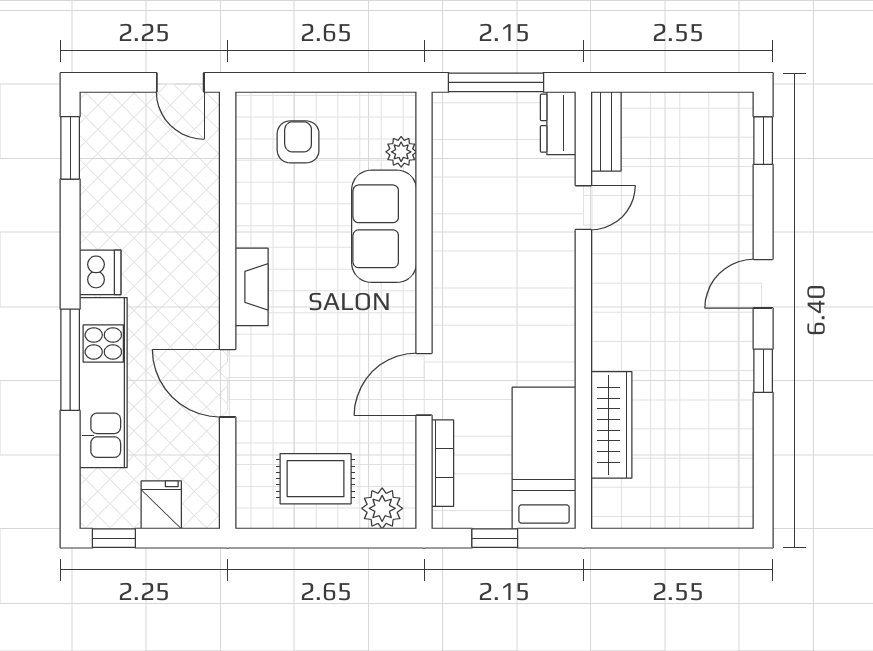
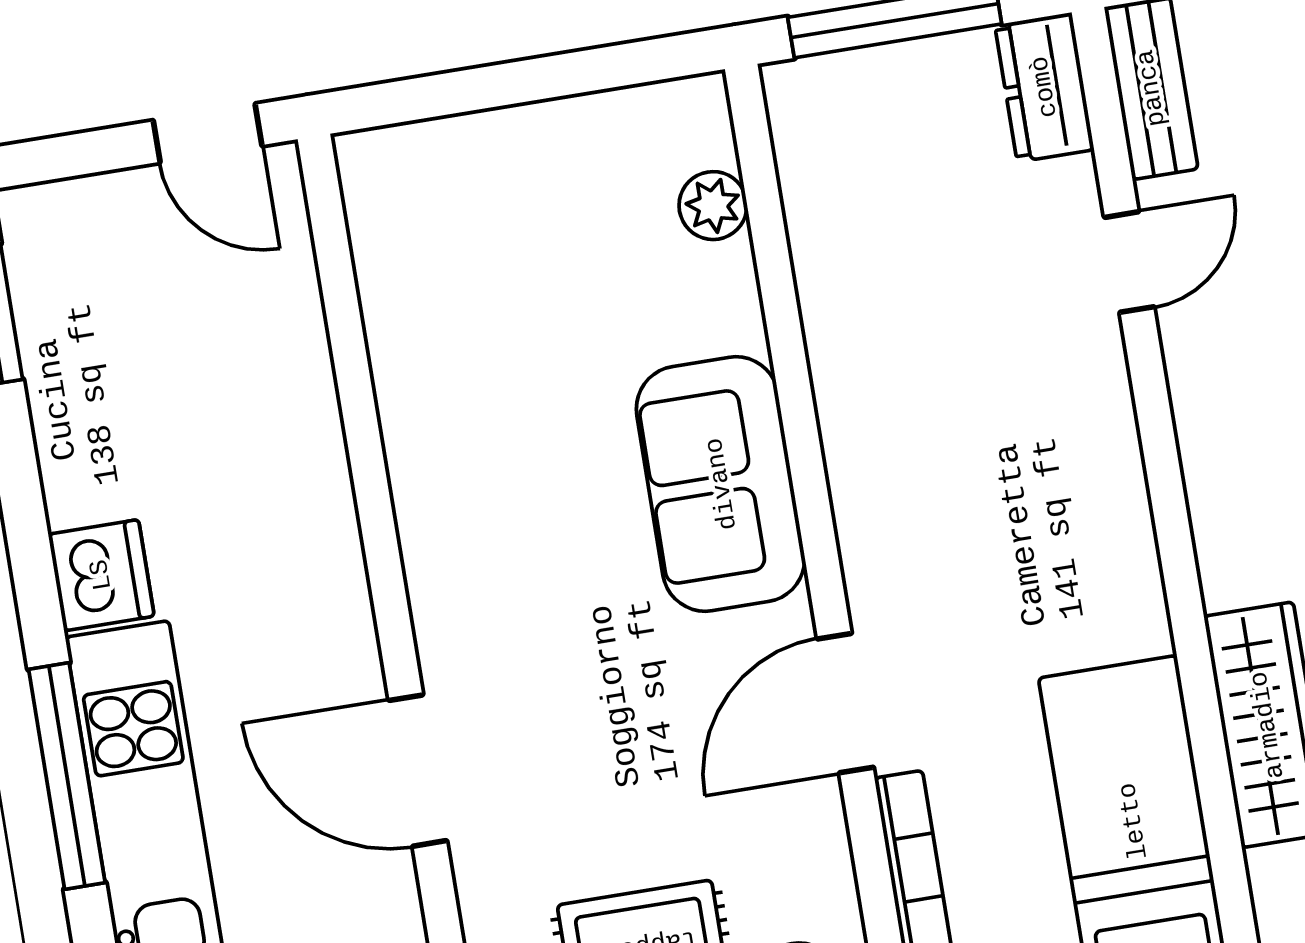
armchair: (298, 142) -> (485, 221), removed
sofa: (384, 226) -> (721, 484), moved
fireplace: (252, 287) -> (436, 553), removed

